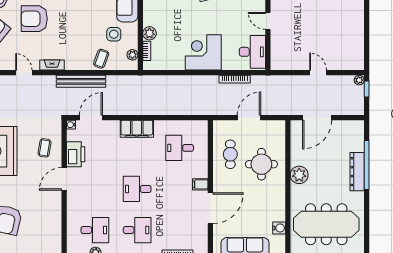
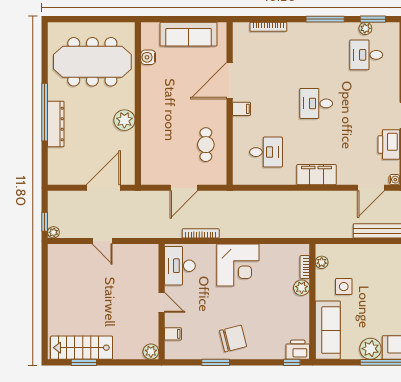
coffee table: (101, 59) -> (359, 258), removed
round table: (261, 164) -> (169, 133), removed
window: (367, 165) -> (45, 112), moved
desk: (137, 189) -> (316, 103), turned 180
desk: (137, 230) -> (316, 55), removed

